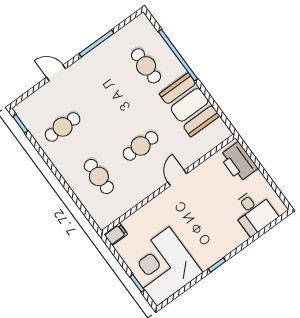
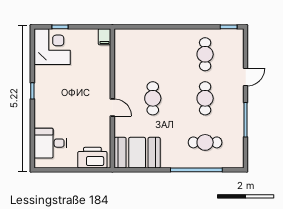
booth: (190, 105) -> (137, 153), moved
cafe table: (99, 176) -> (205, 98), moved, turned 90
corner desk: (163, 266) -> (52, 47), width x0.74, depth x0.74

